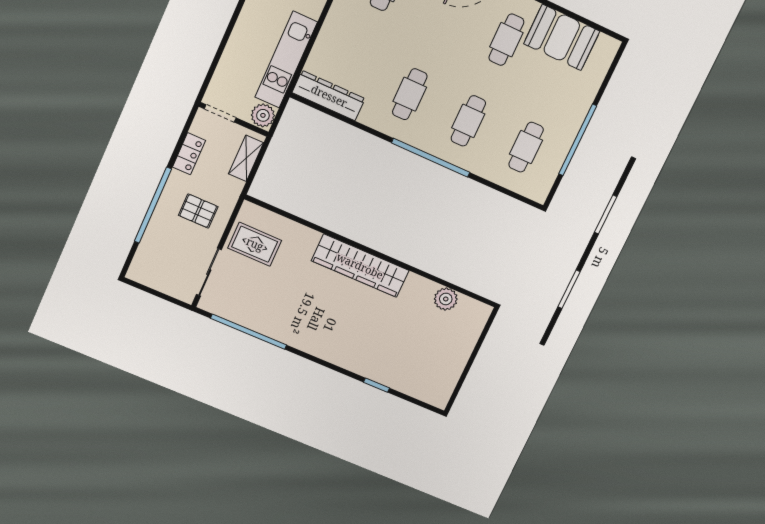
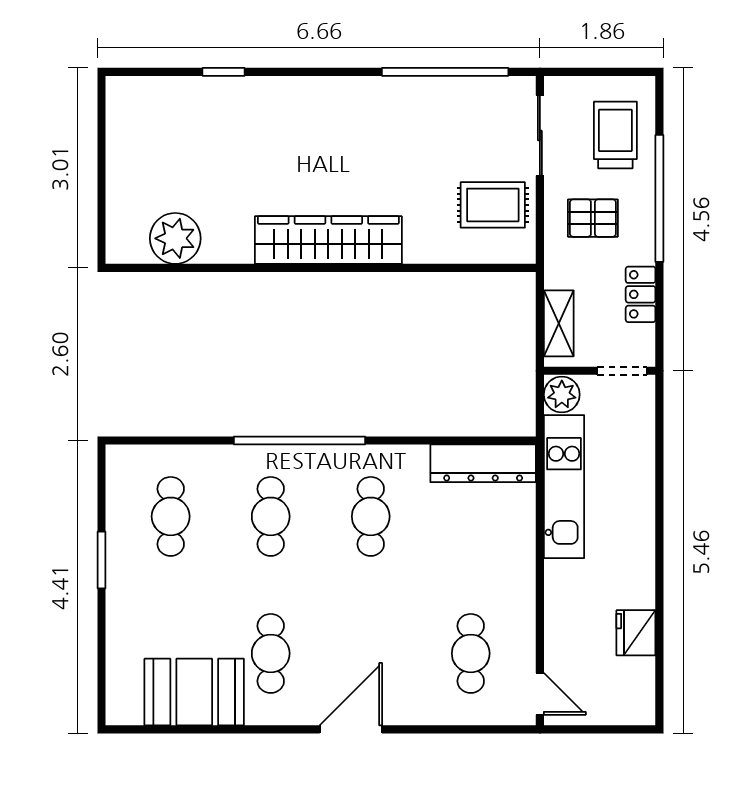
window: (578, 140) -> (102, 560), width x0.47
trolley: (163, 253) -> (615, 135), added
plant: (446, 299) -> (175, 238), width x1.36, depth x1.36

